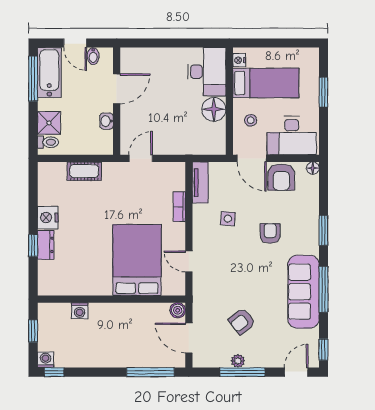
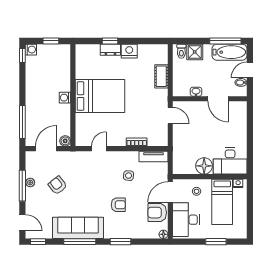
bed: (137, 260) -> (100, 96), moved
washing machine: (80, 311) -> (65, 98), moved

